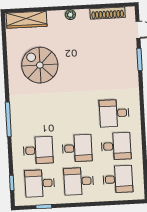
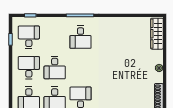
spiral stairs: (40, 65) -> (121, 42), removed
desk: (38, 150) -> (81, 37), moved

